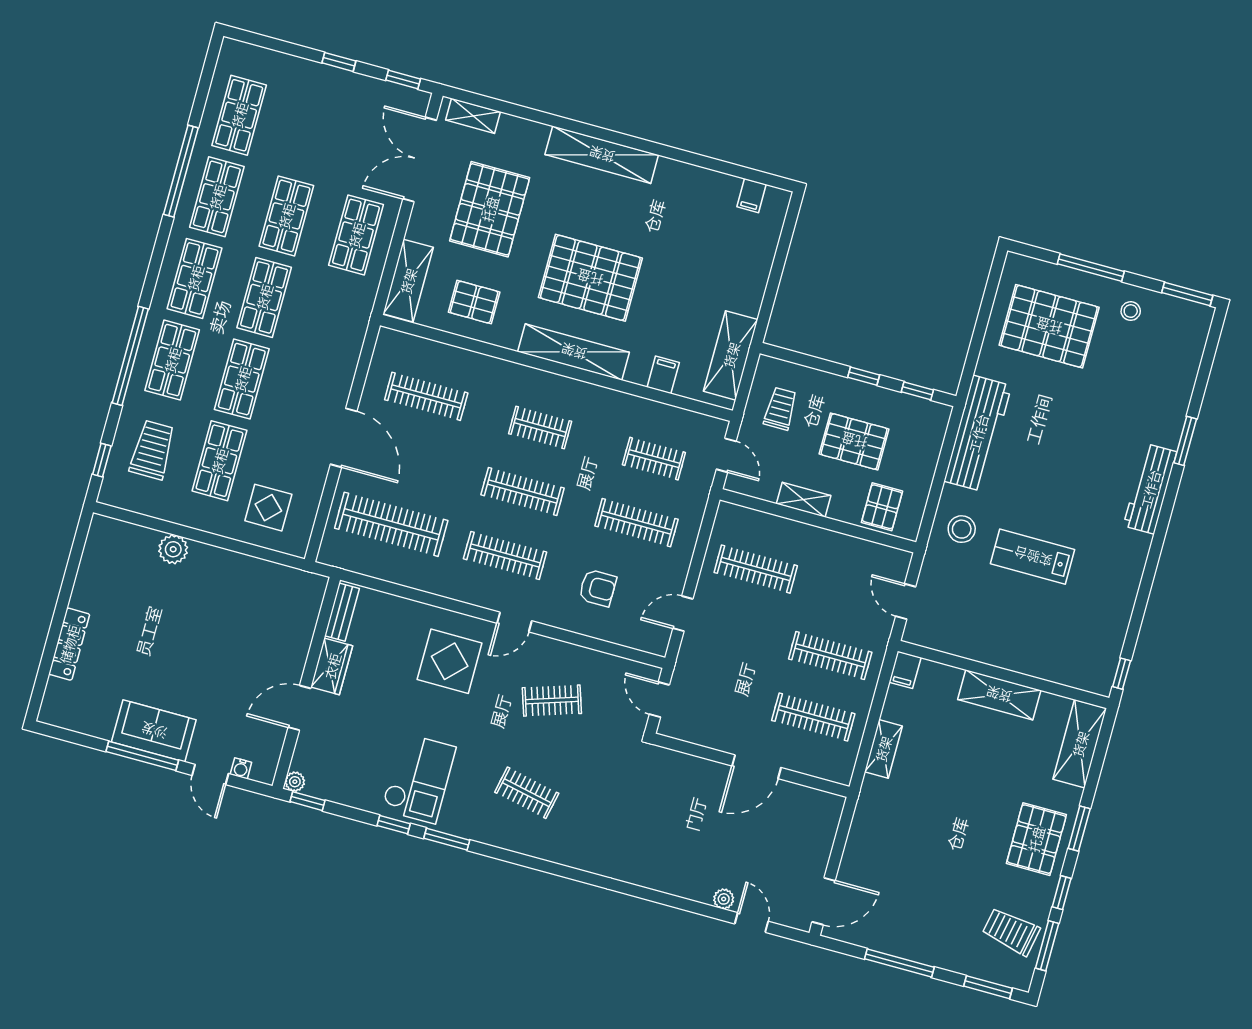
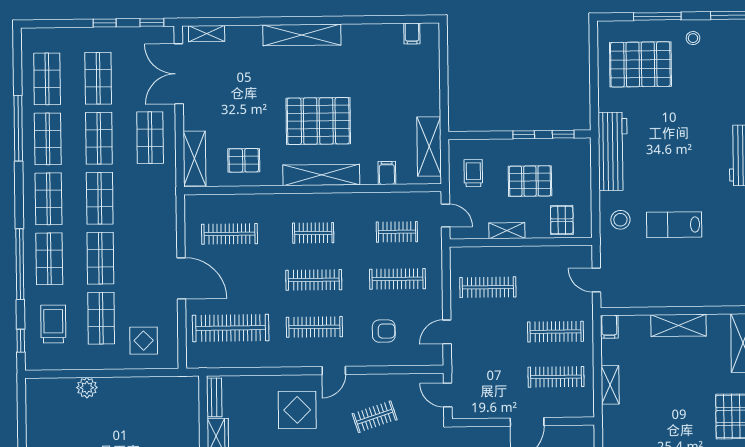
shop shelf: (309, 134) -> (98, 78), added
pallet: (490, 209) -> (236, 94), removed

